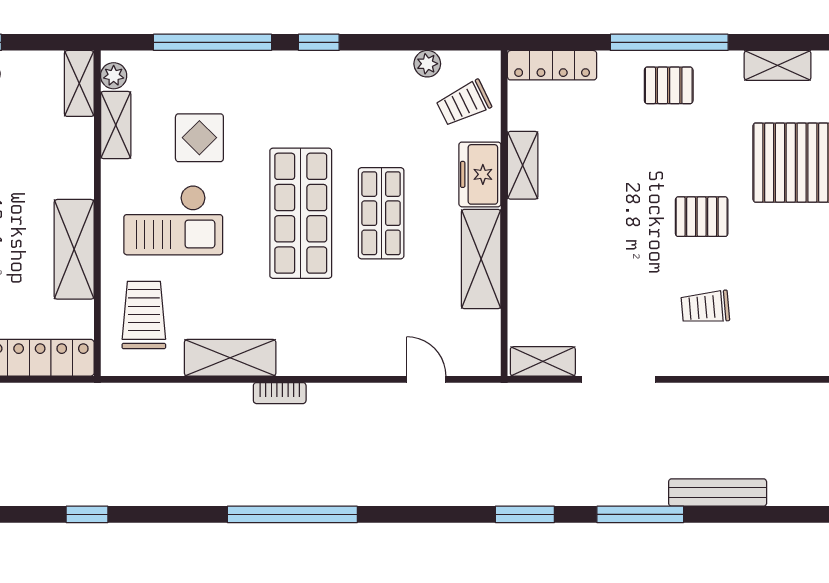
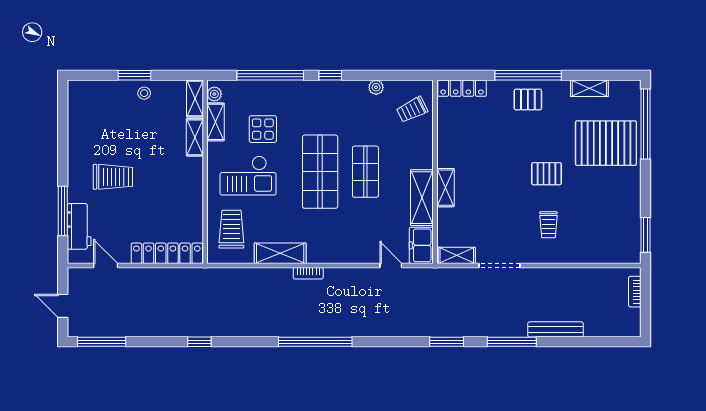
plant: (427, 64) -> (376, 87), moved
shelving: (523, 165) -> (445, 188), moved
freezer: (480, 174) -> (421, 245), moved
shelving: (74, 249) -> (195, 137), moved, width x0.67, depth x0.75
trolley: (705, 307) -> (548, 225), turned -85

